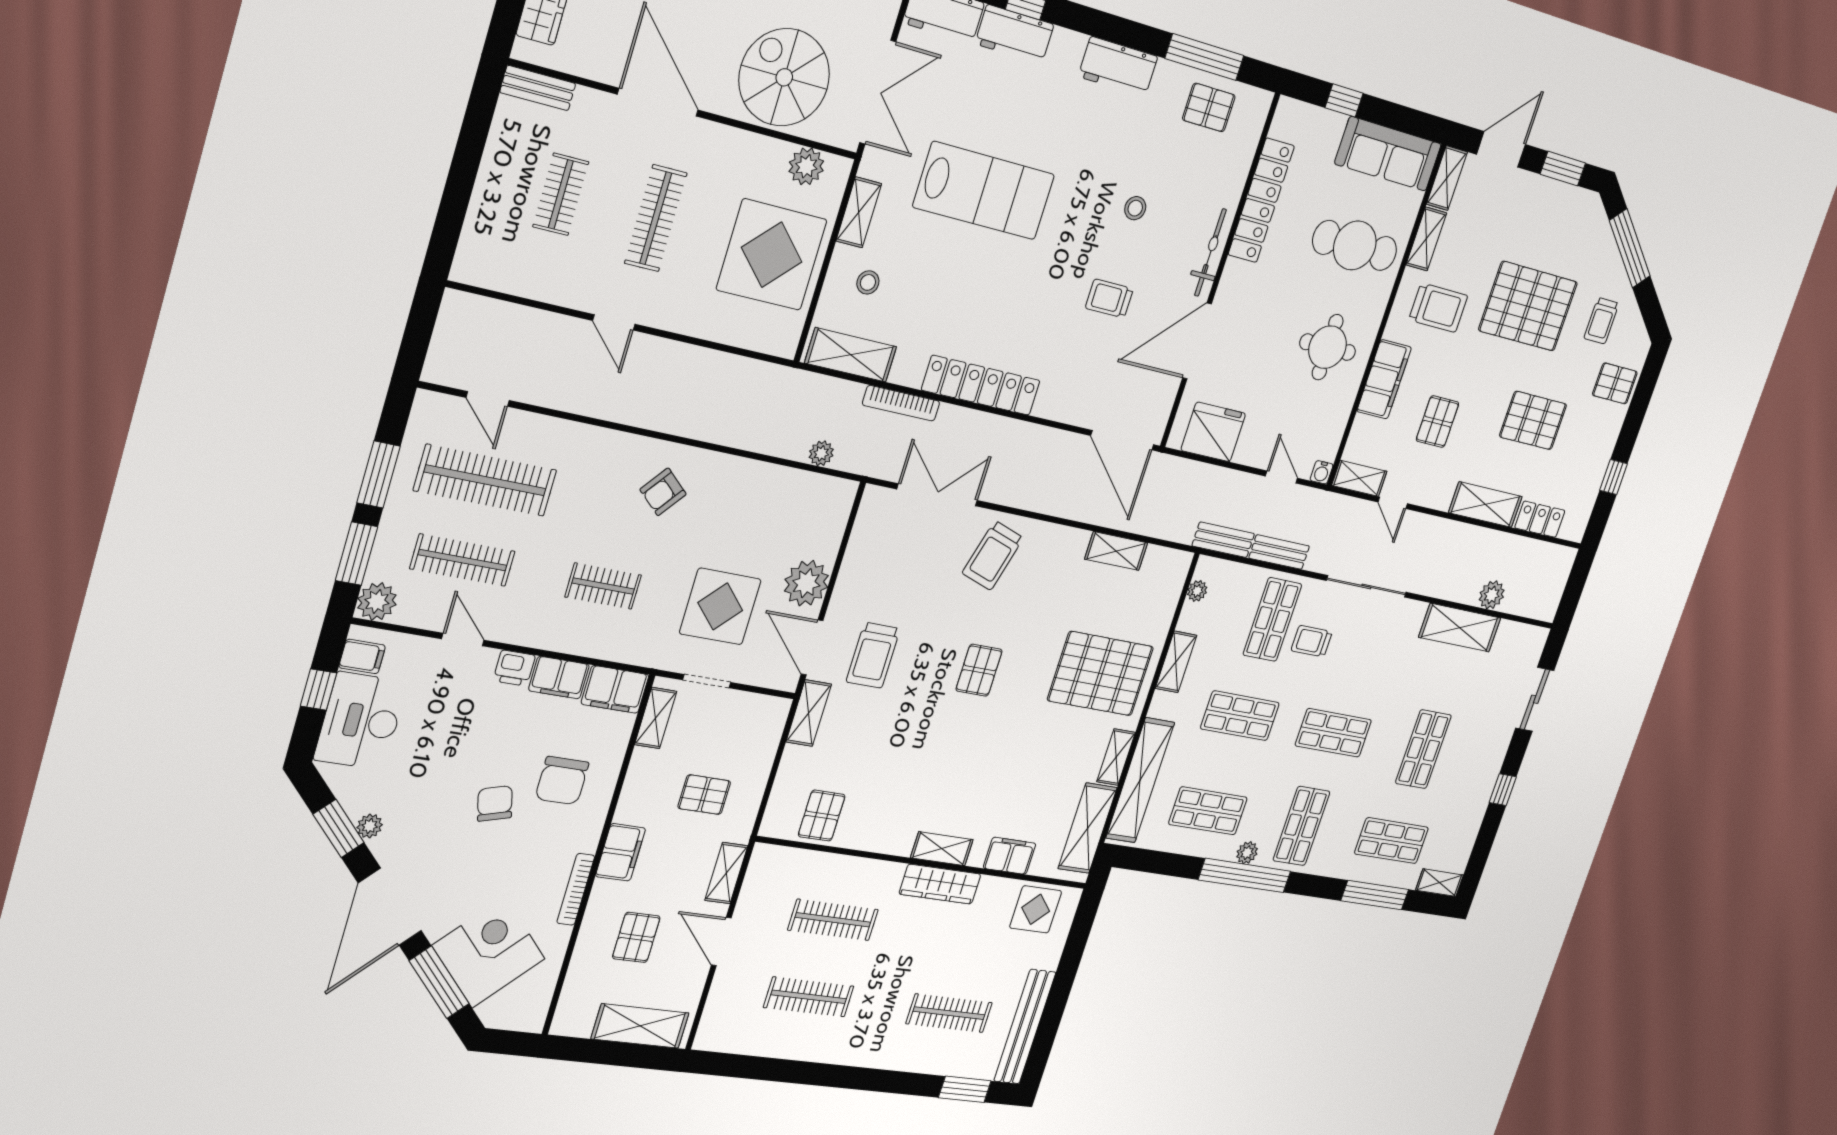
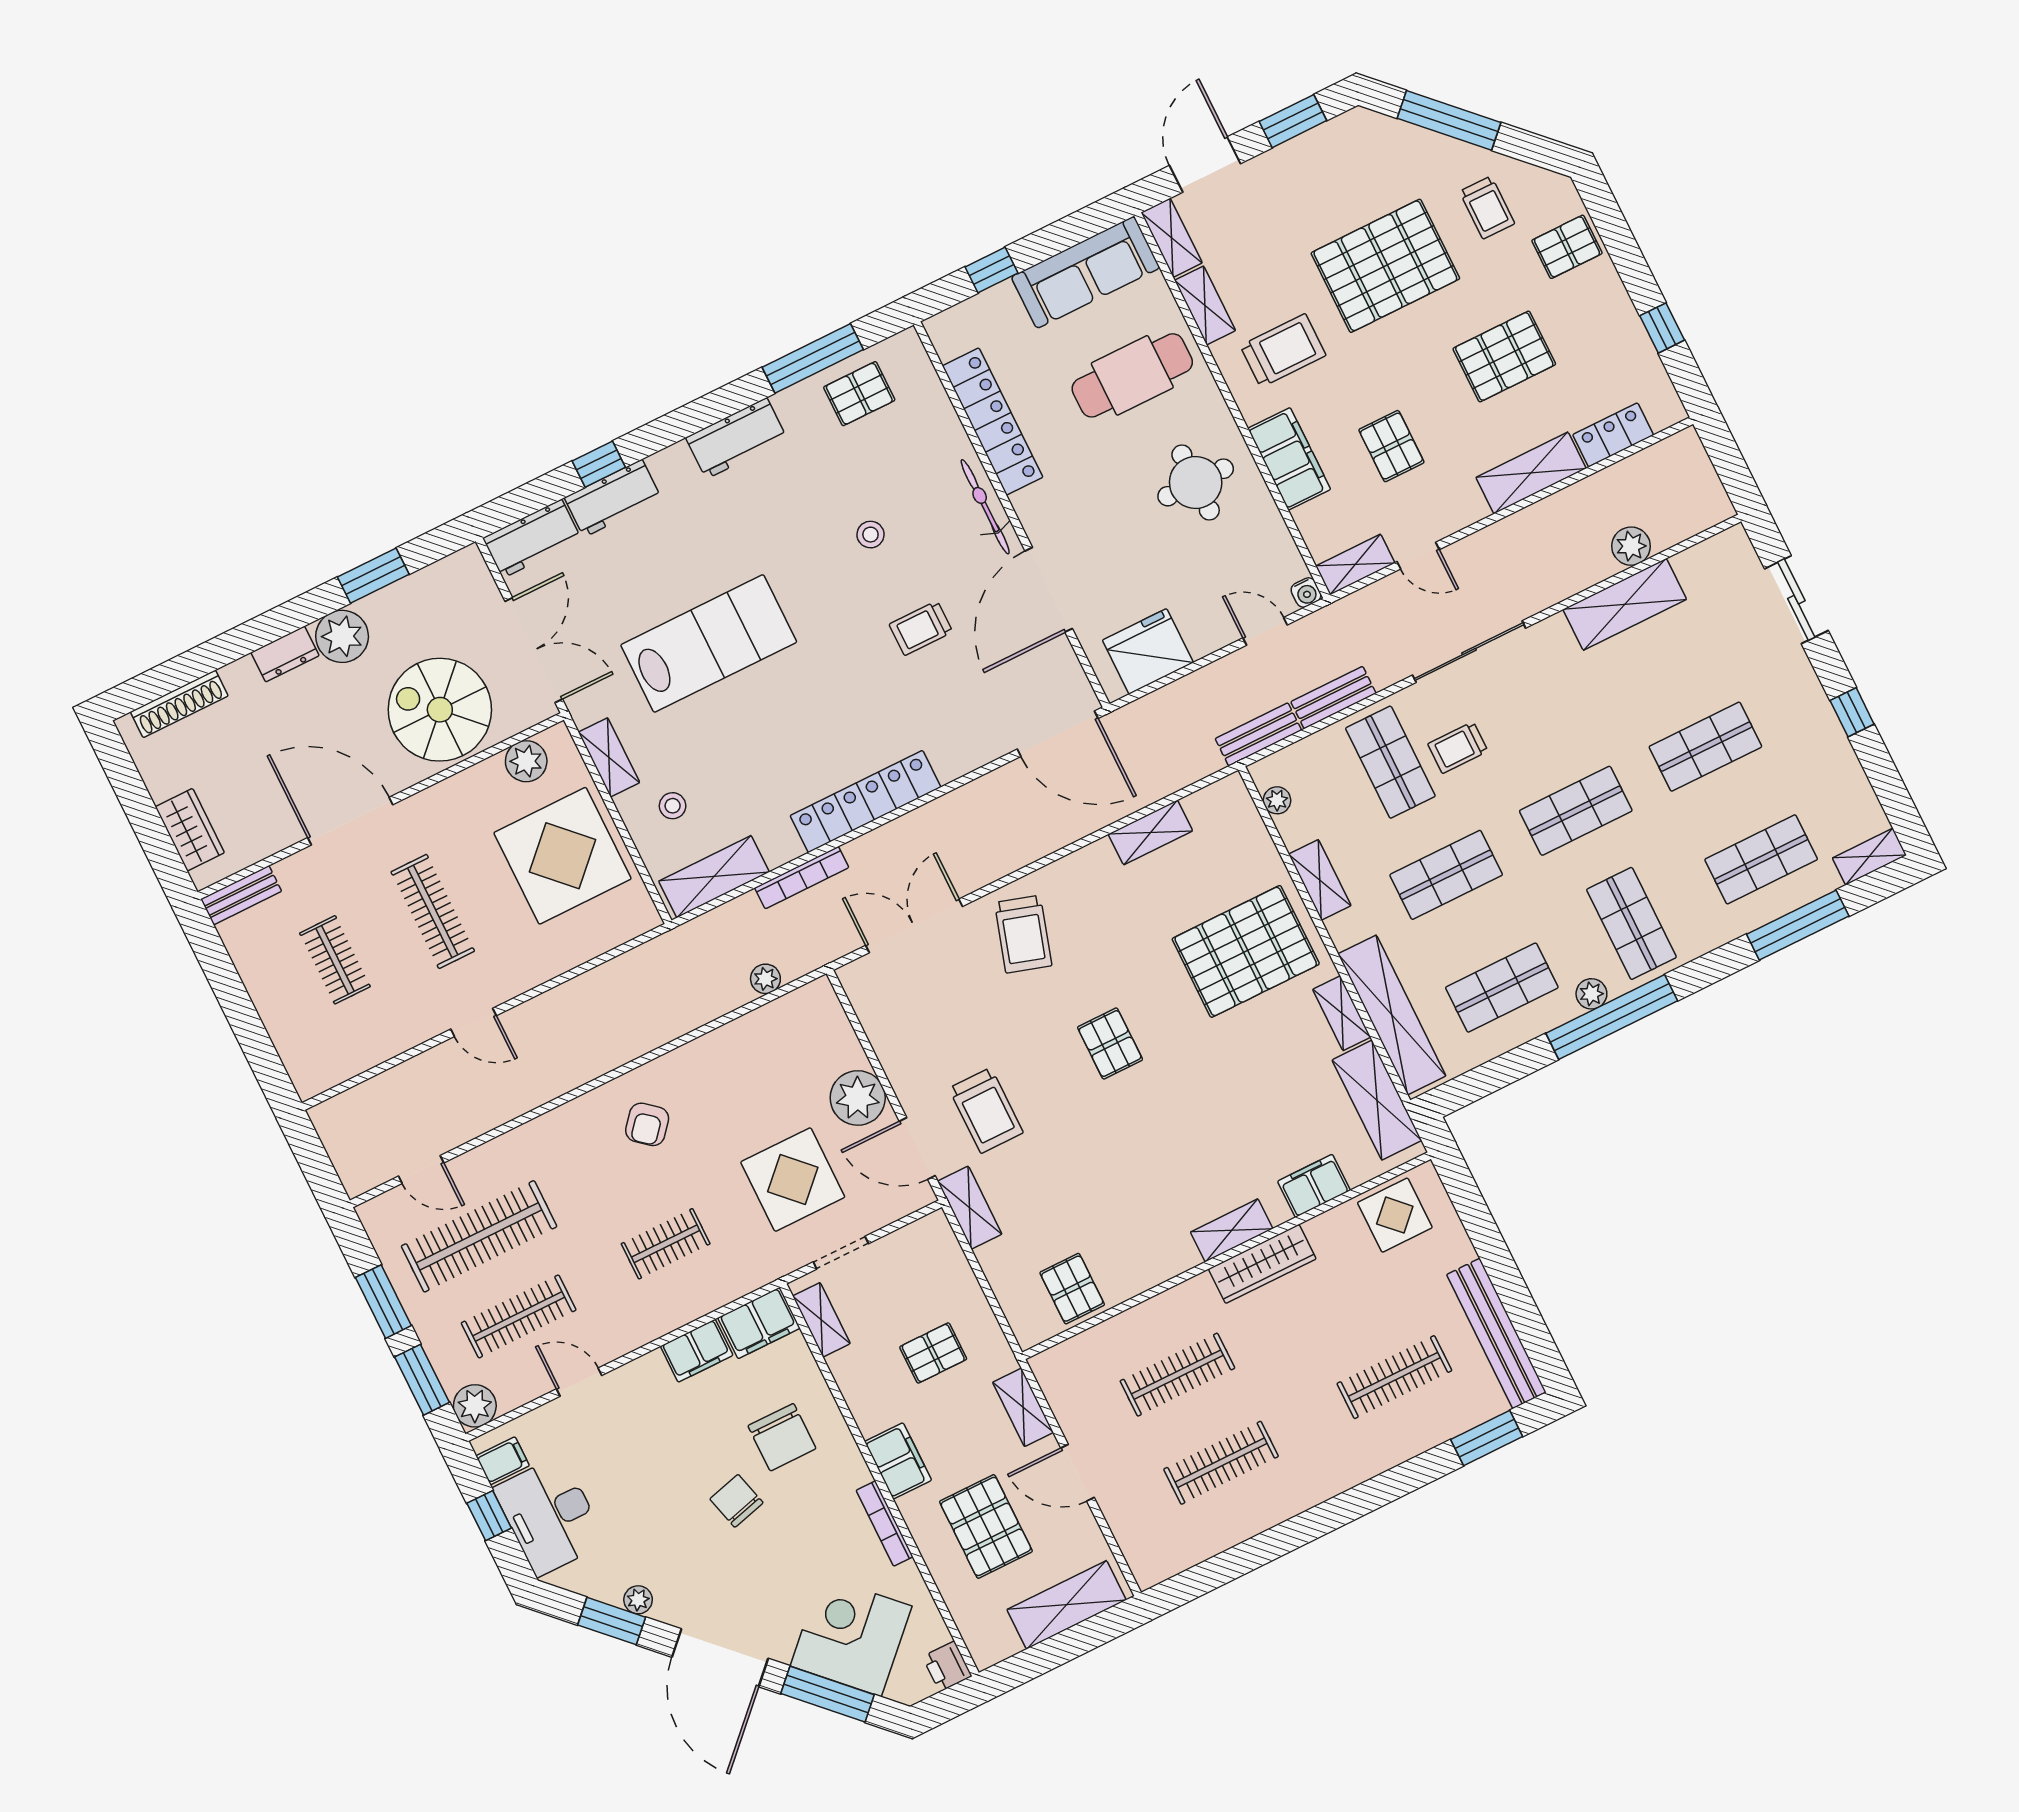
printer: (514, 668) -> (947, 1666), moved, turned 90
shop shelf: (1423, 749) -> (1705, 747), turned 90
pallet: (636, 937) -> (986, 1526), width x1.50, depth x1.42

